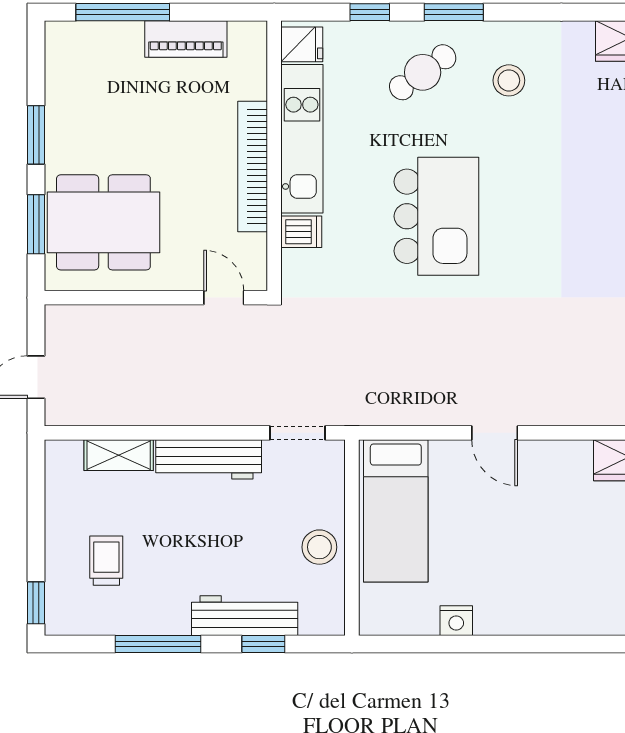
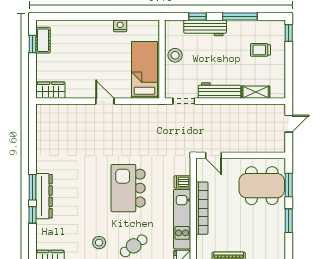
trolley: (106, 561) -> (261, 50), turned 90

